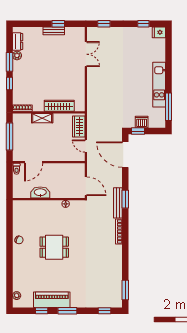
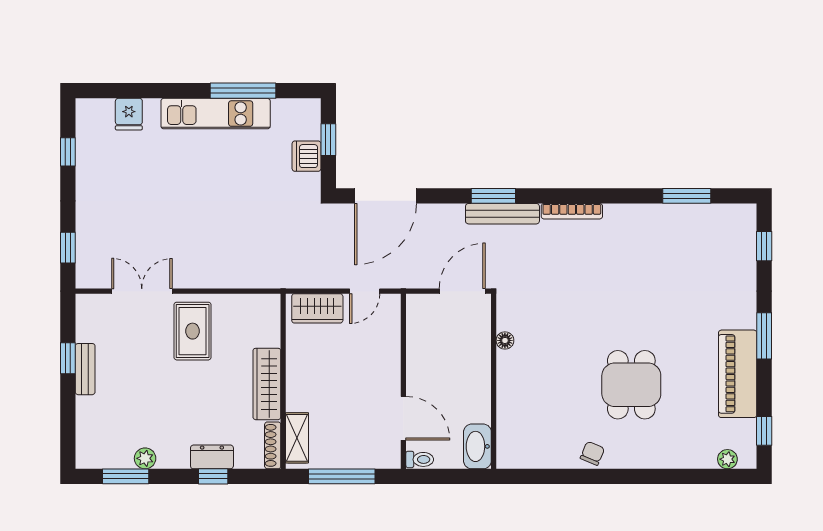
fridge: (159, 32) -> (129, 114), moved
dresser: (18, 42) -> (212, 457), moved
window: (10, 62) -> (126, 476), moved
rug: (69, 75) -> (193, 331), added
wardrobe: (59, 106) -> (267, 384), moved
window: (169, 107) -> (243, 91), moved
shelving: (42, 118) -> (297, 438), moved
window: (138, 131) -> (328, 140), moved
washbasin: (40, 192) -> (477, 446), moved
dining table: (54, 247) -> (631, 385), moved
window: (125, 290) -> (687, 196), moved
window: (42, 311) -> (764, 431), moved

